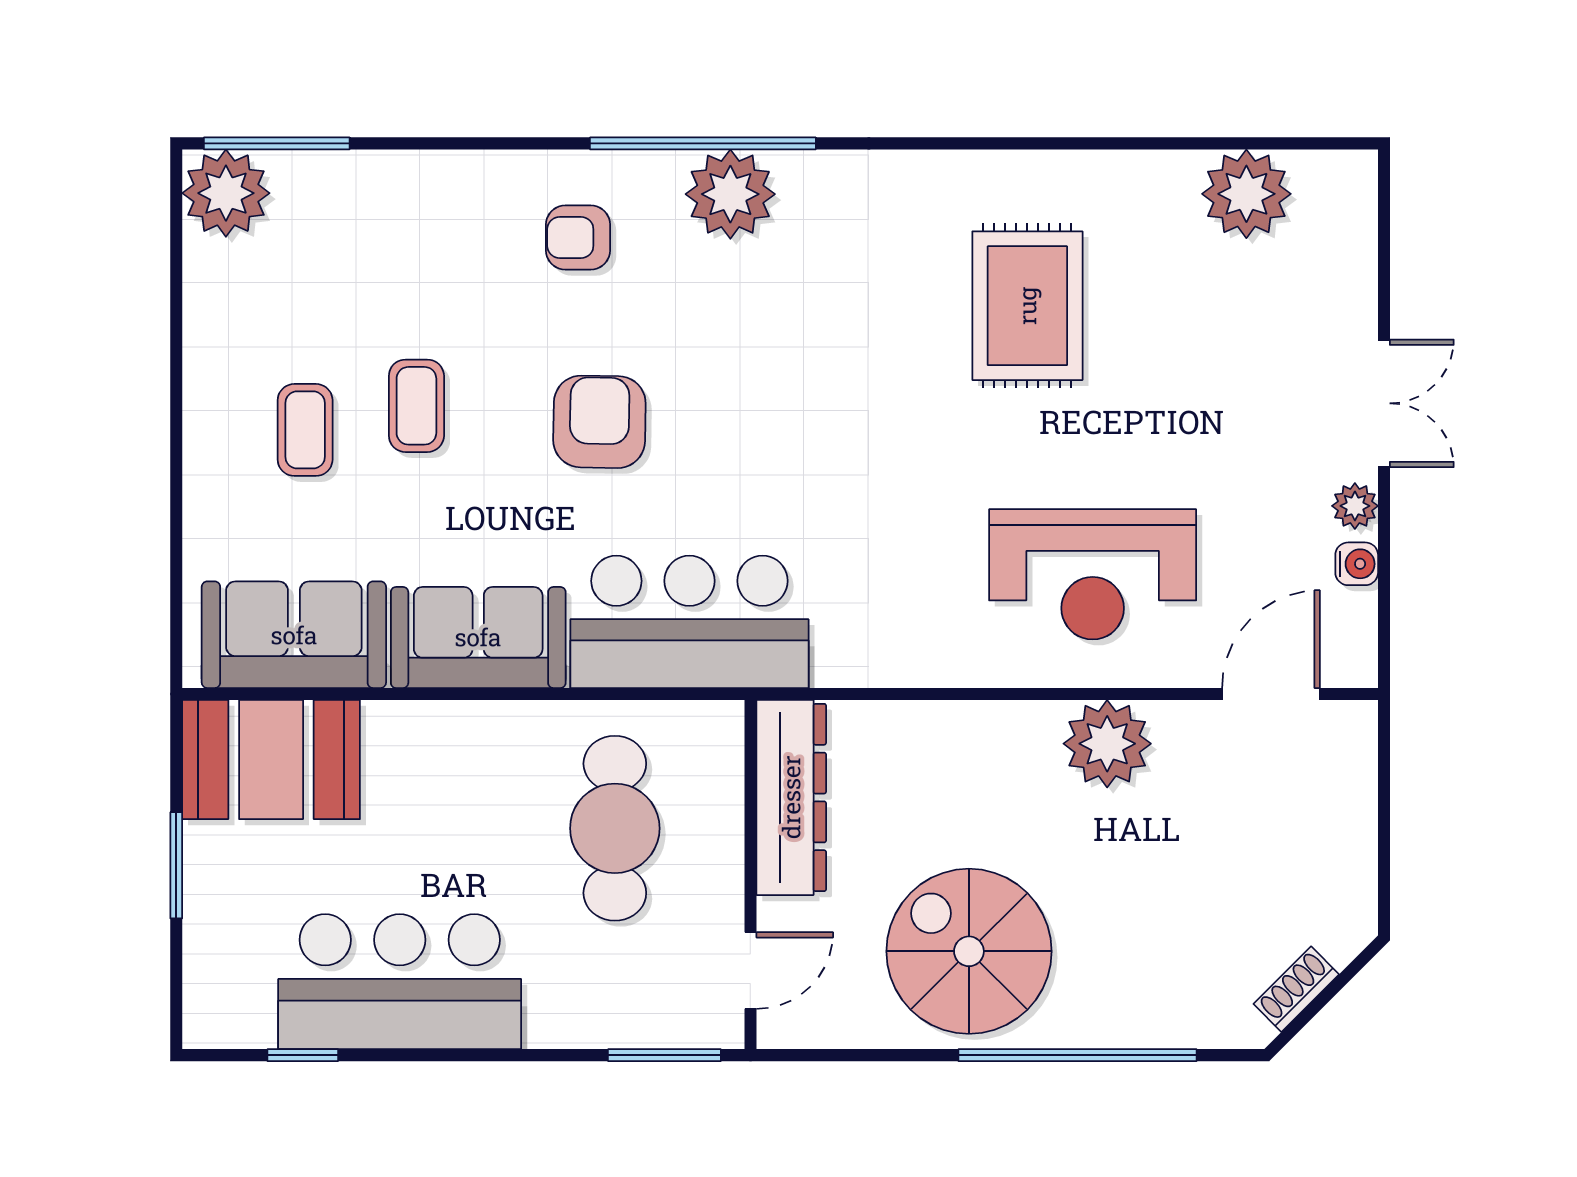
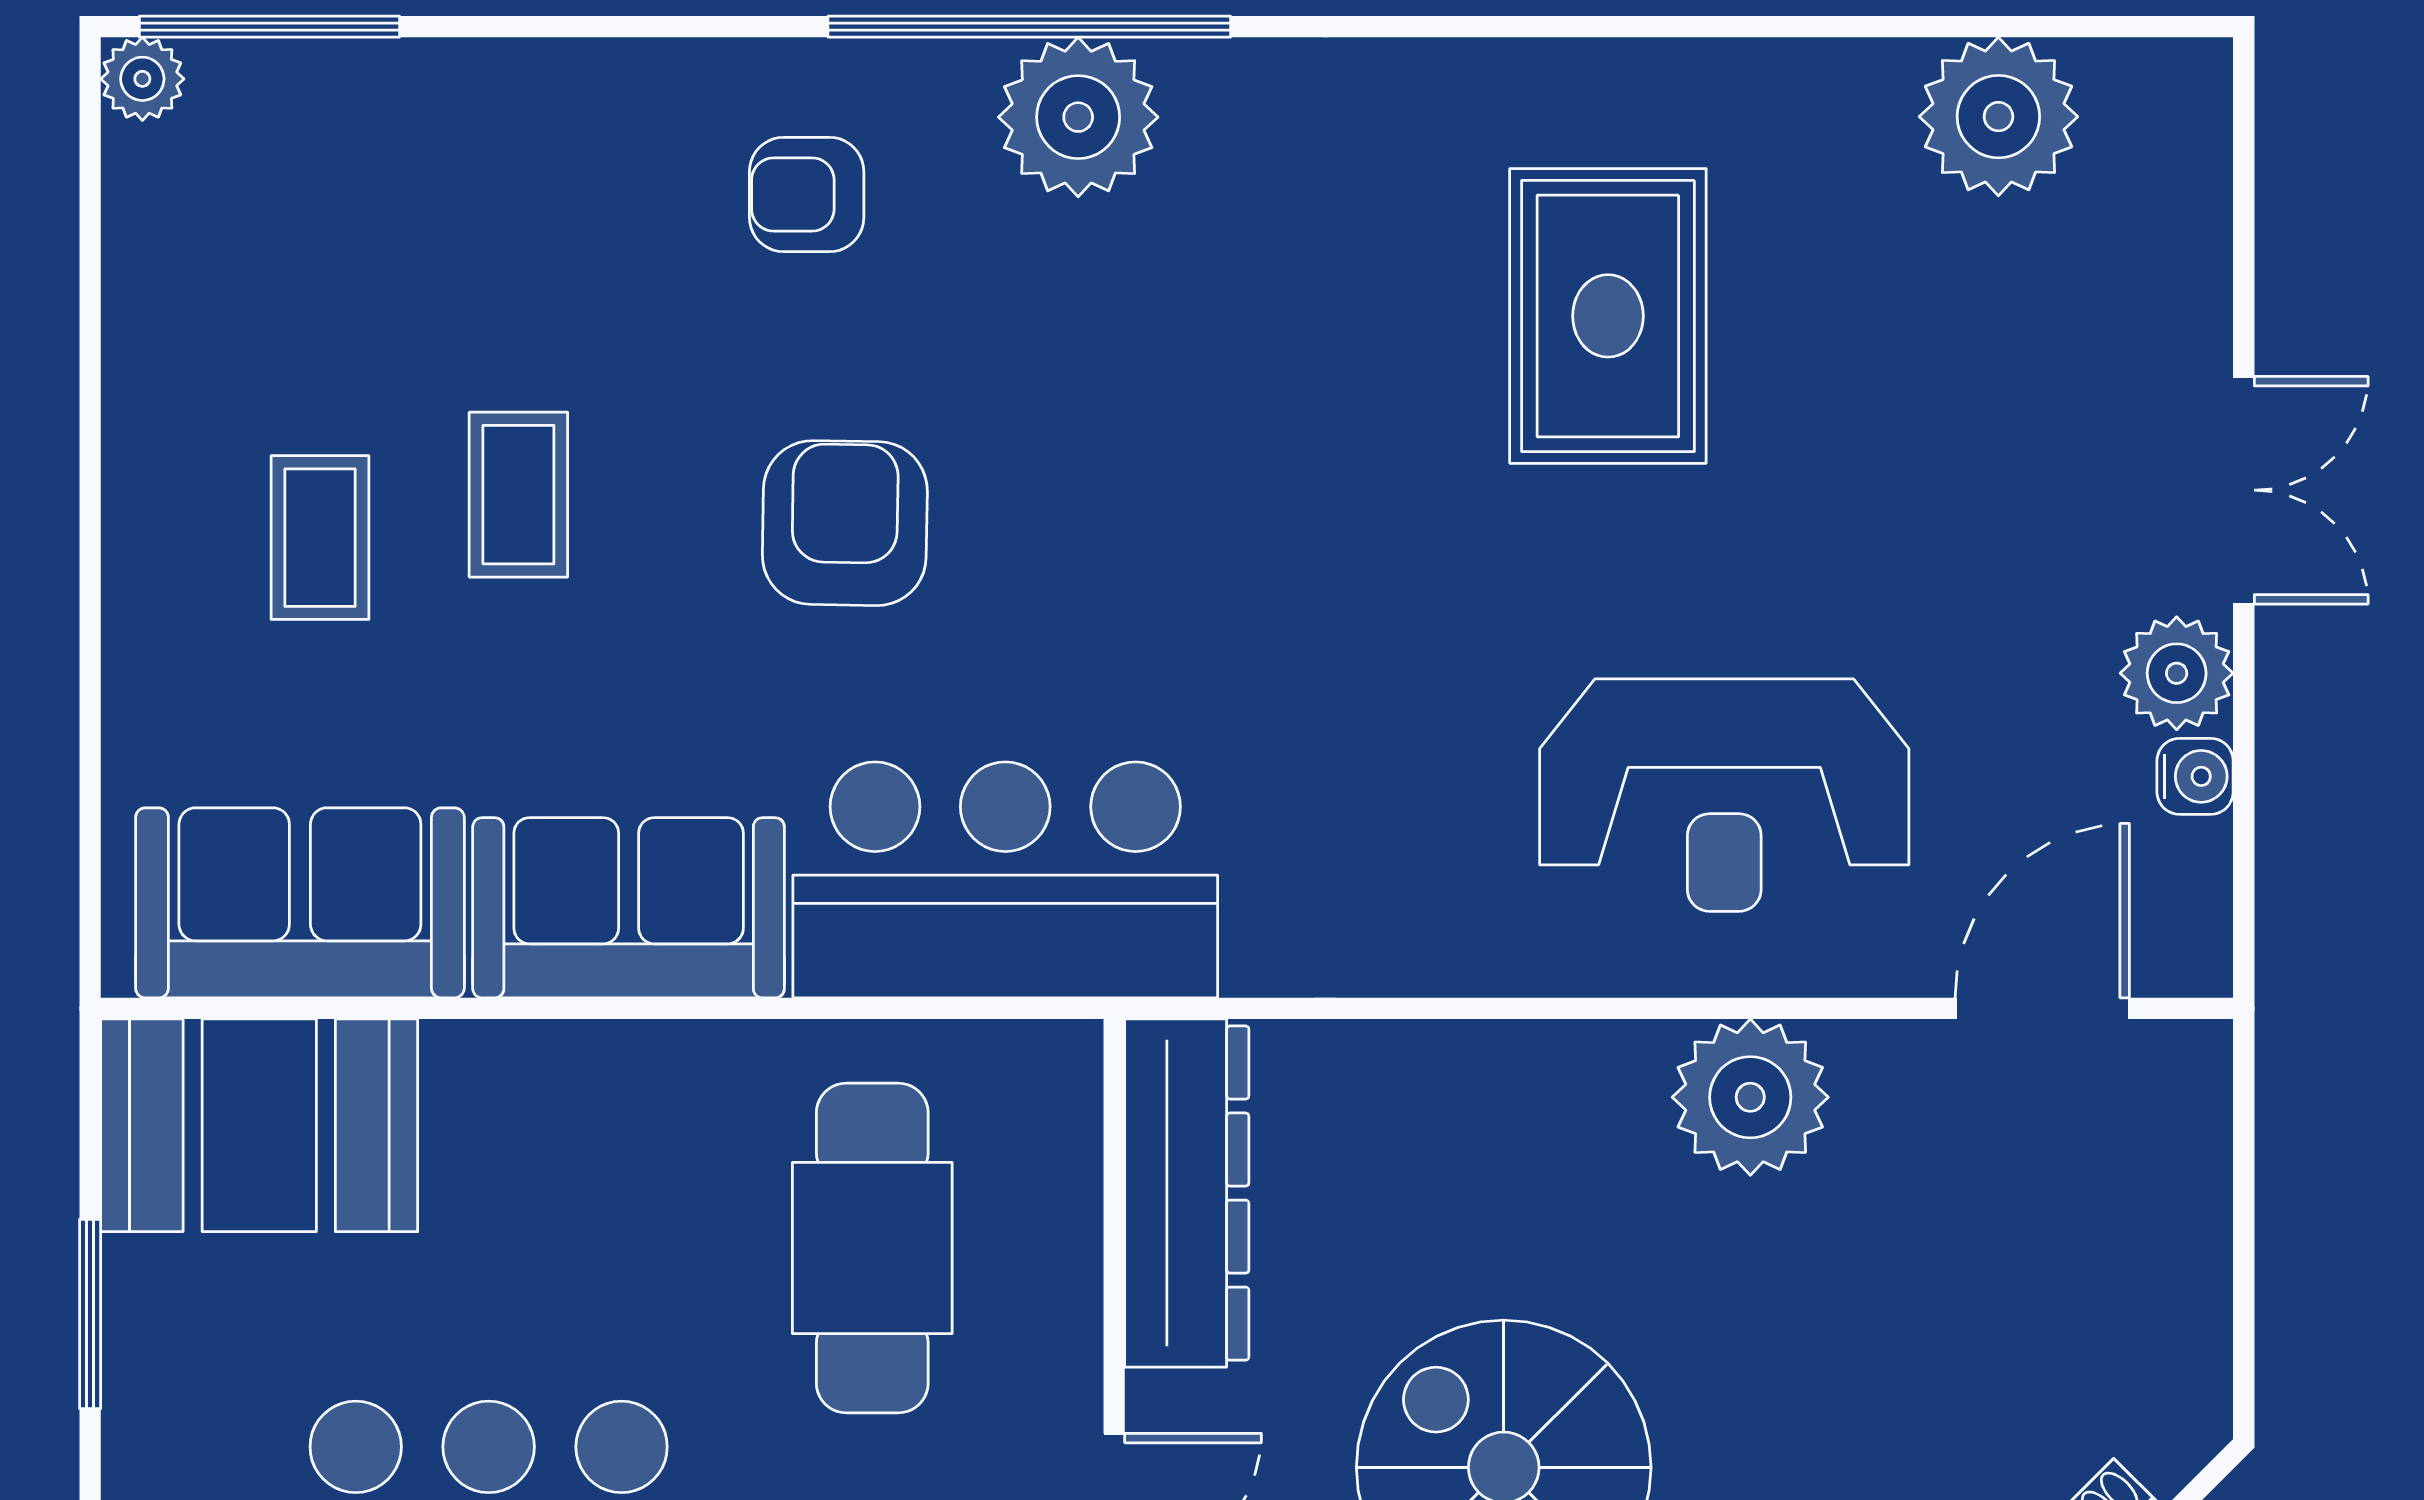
plant: (226, 193) -> (142, 79), width x0.53, depth x0.53
plant: (1355, 506) -> (2177, 673), width x1.38, depth x1.38

